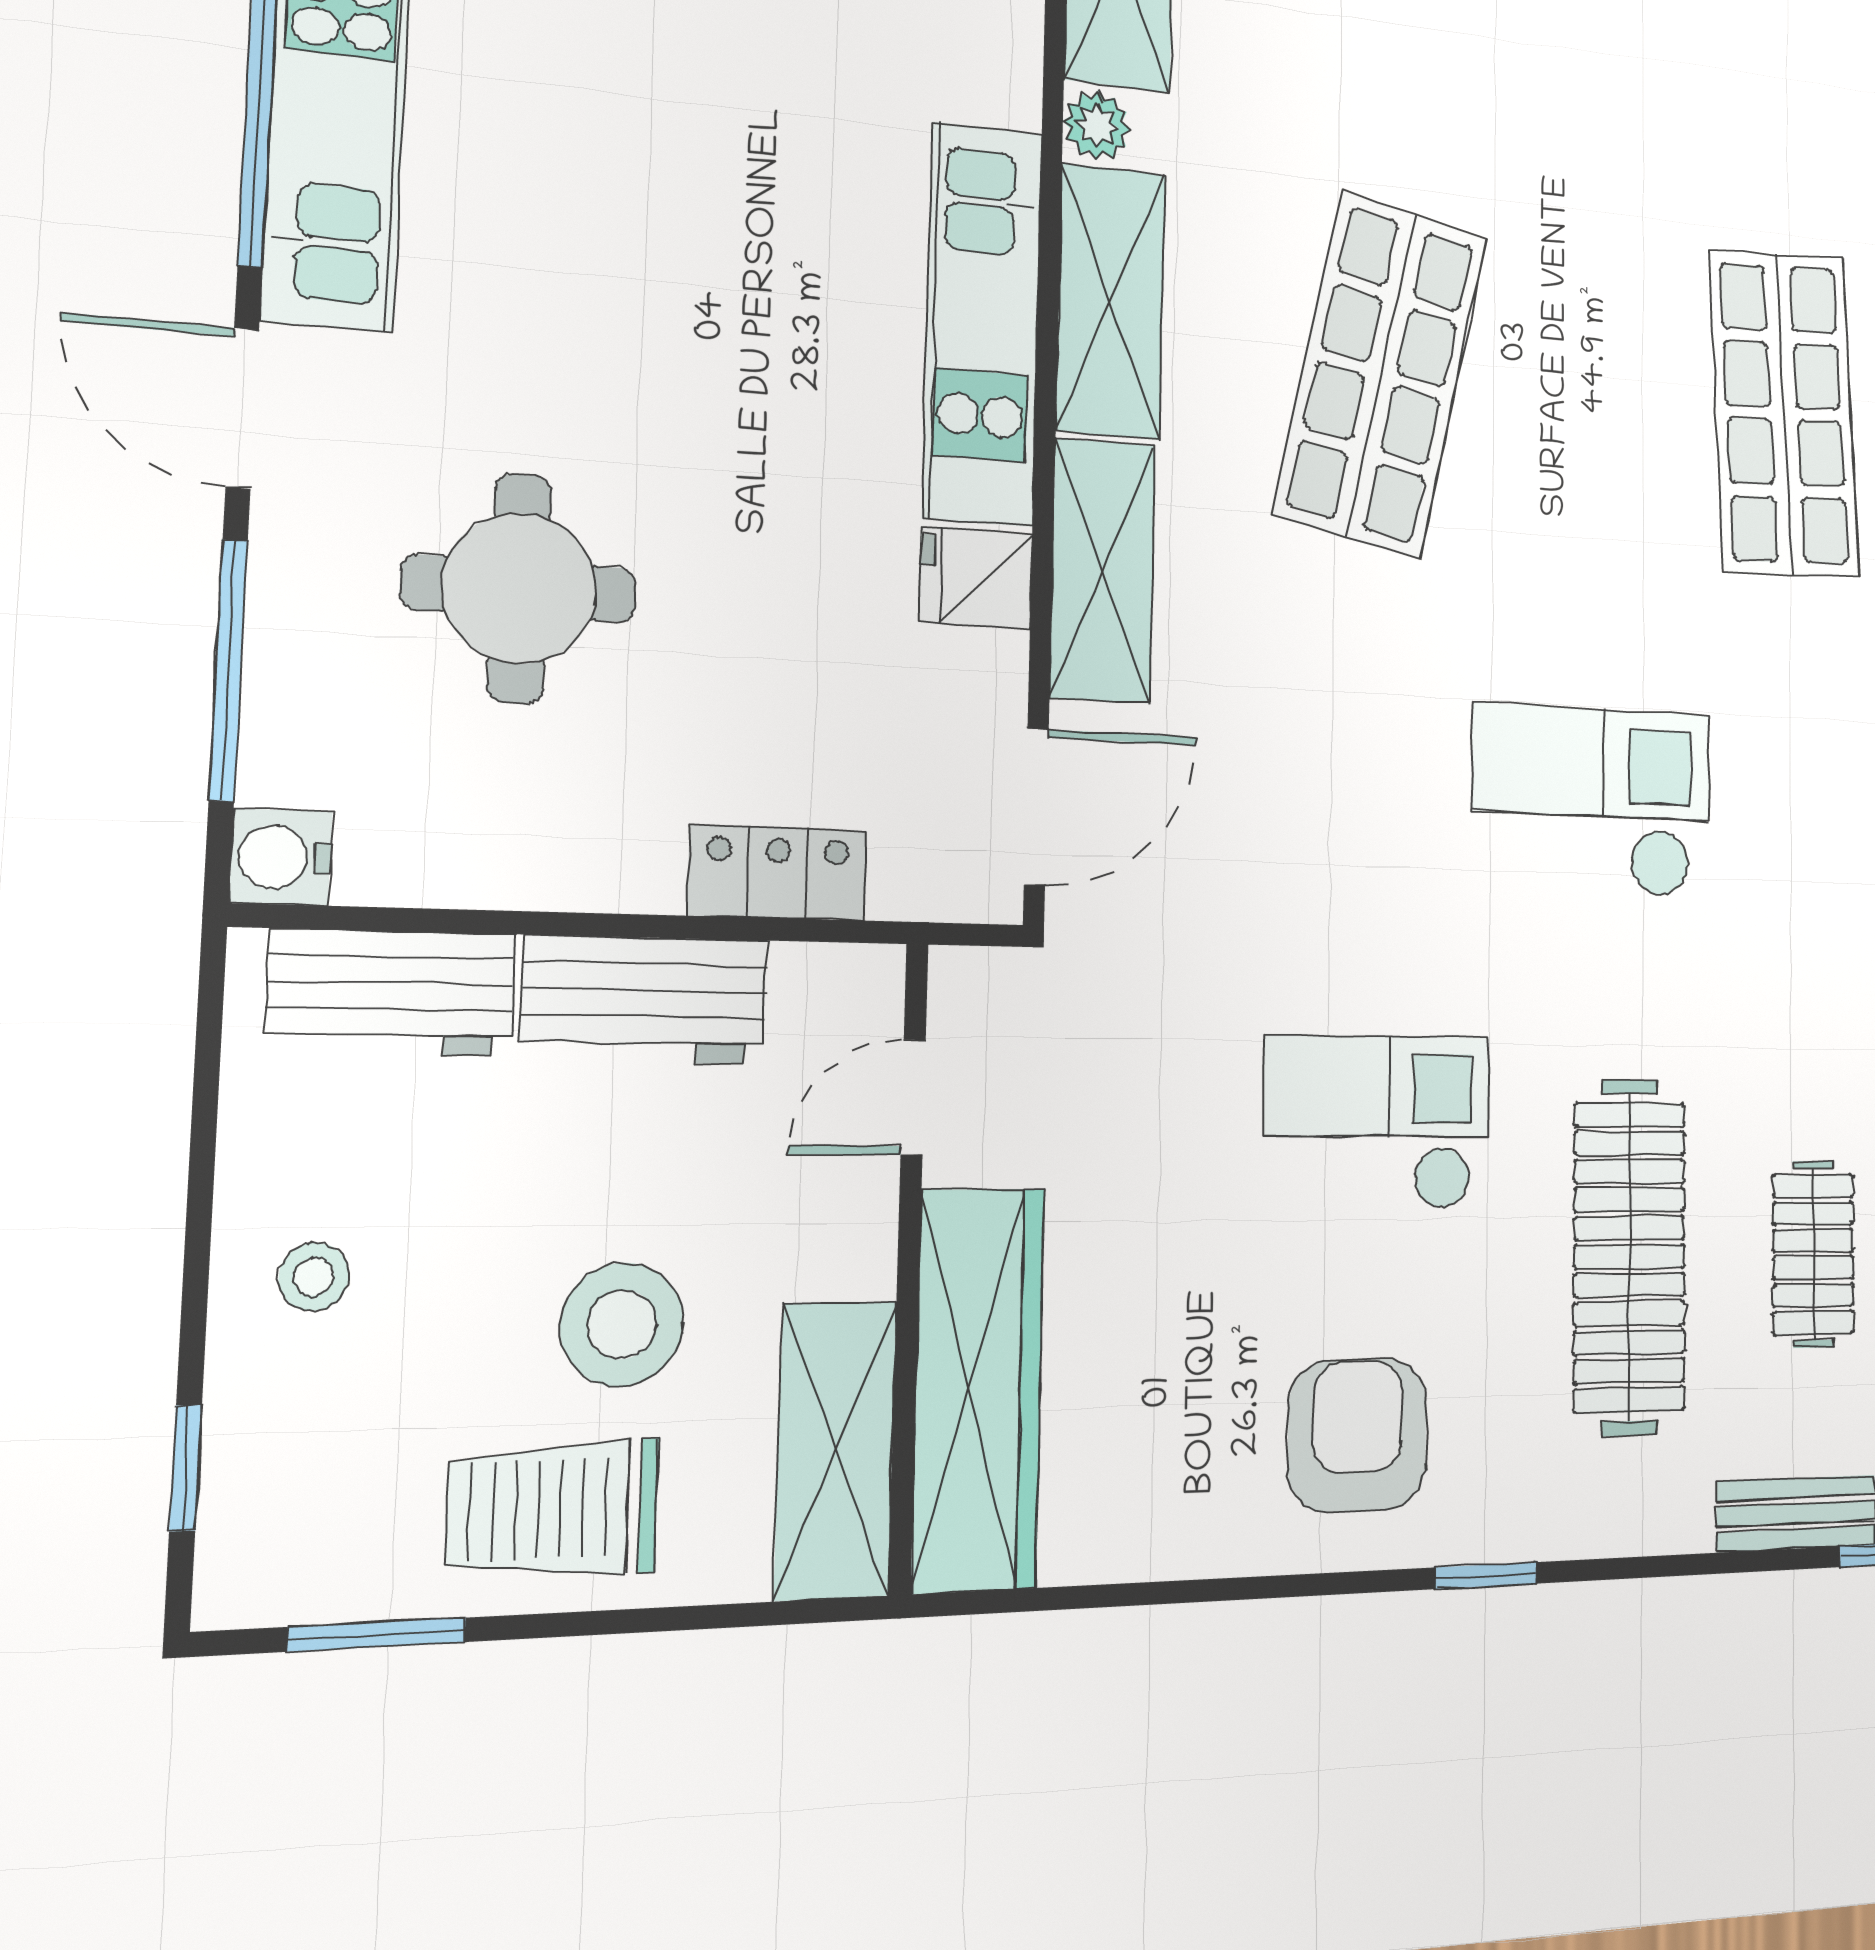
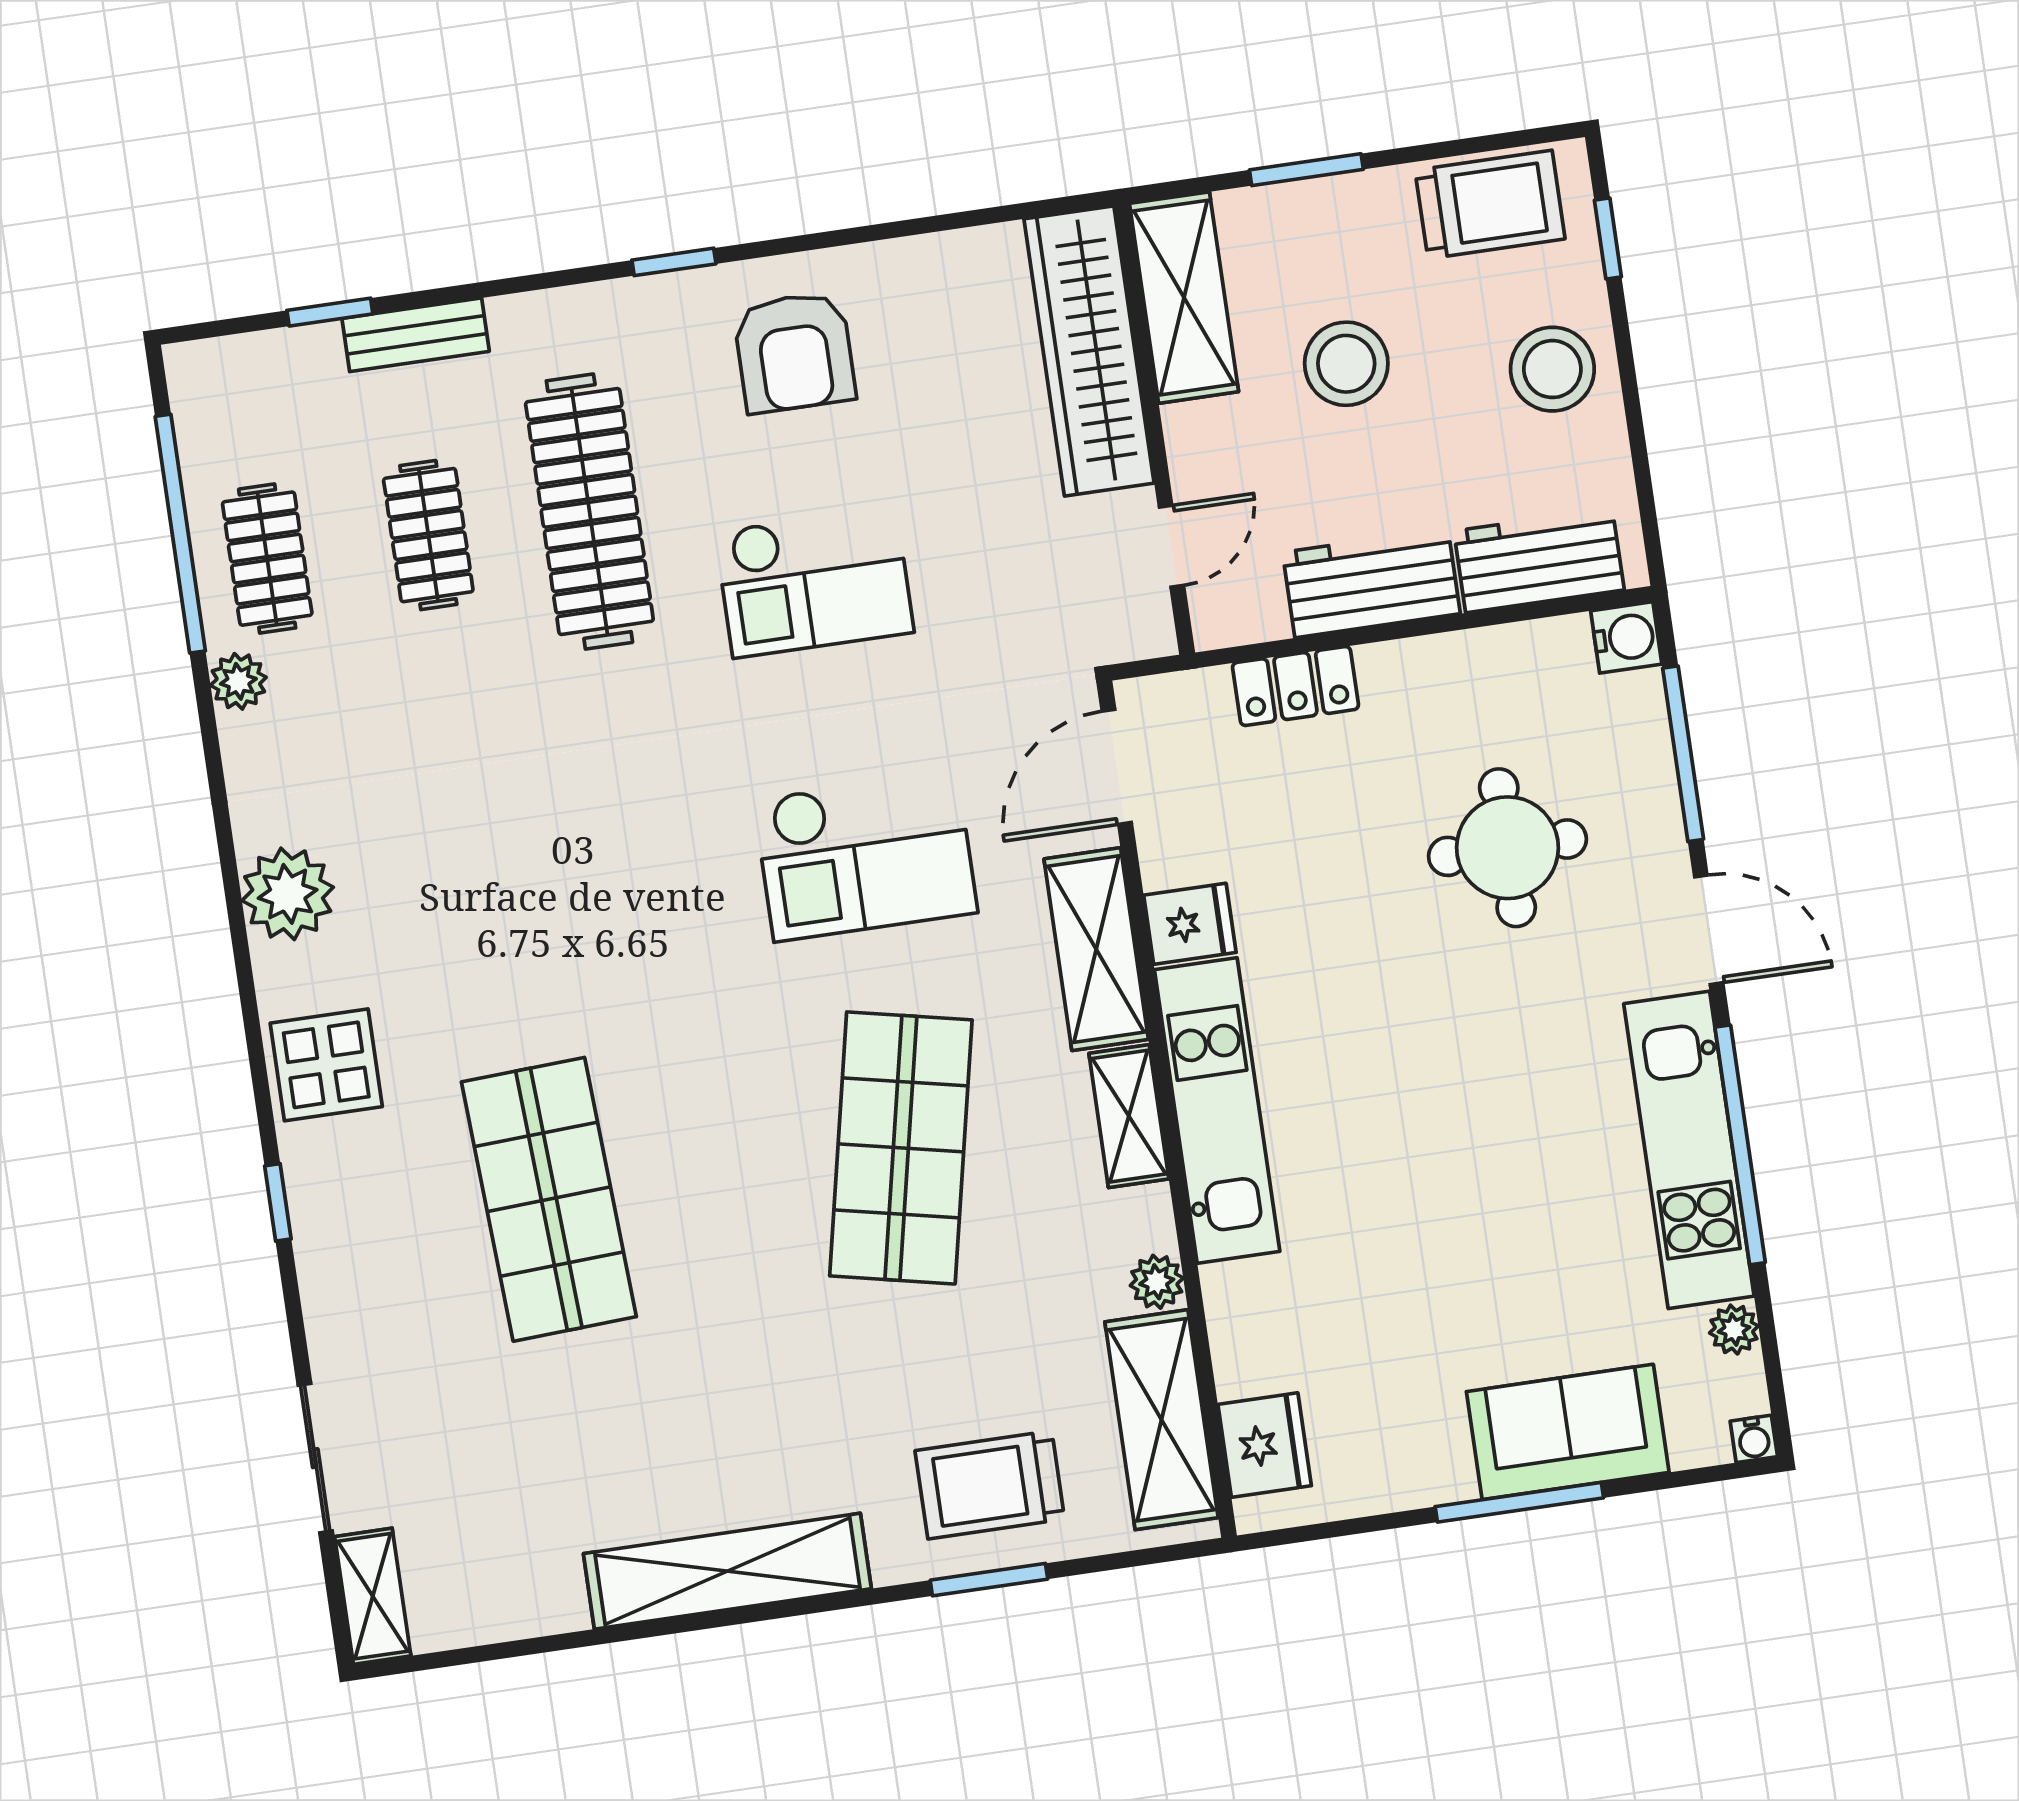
shelving: (1111, 302) -> (1129, 1116), width x0.67, depth x0.75
checkout: (1592, 801) -> (865, 856), moved
stool: (314, 1277) -> (1552, 369), width x1.89, depth x1.89
trolley: (553, 1509) -> (1490, 204), moved
window: (377, 1635) -> (1306, 170), moved

